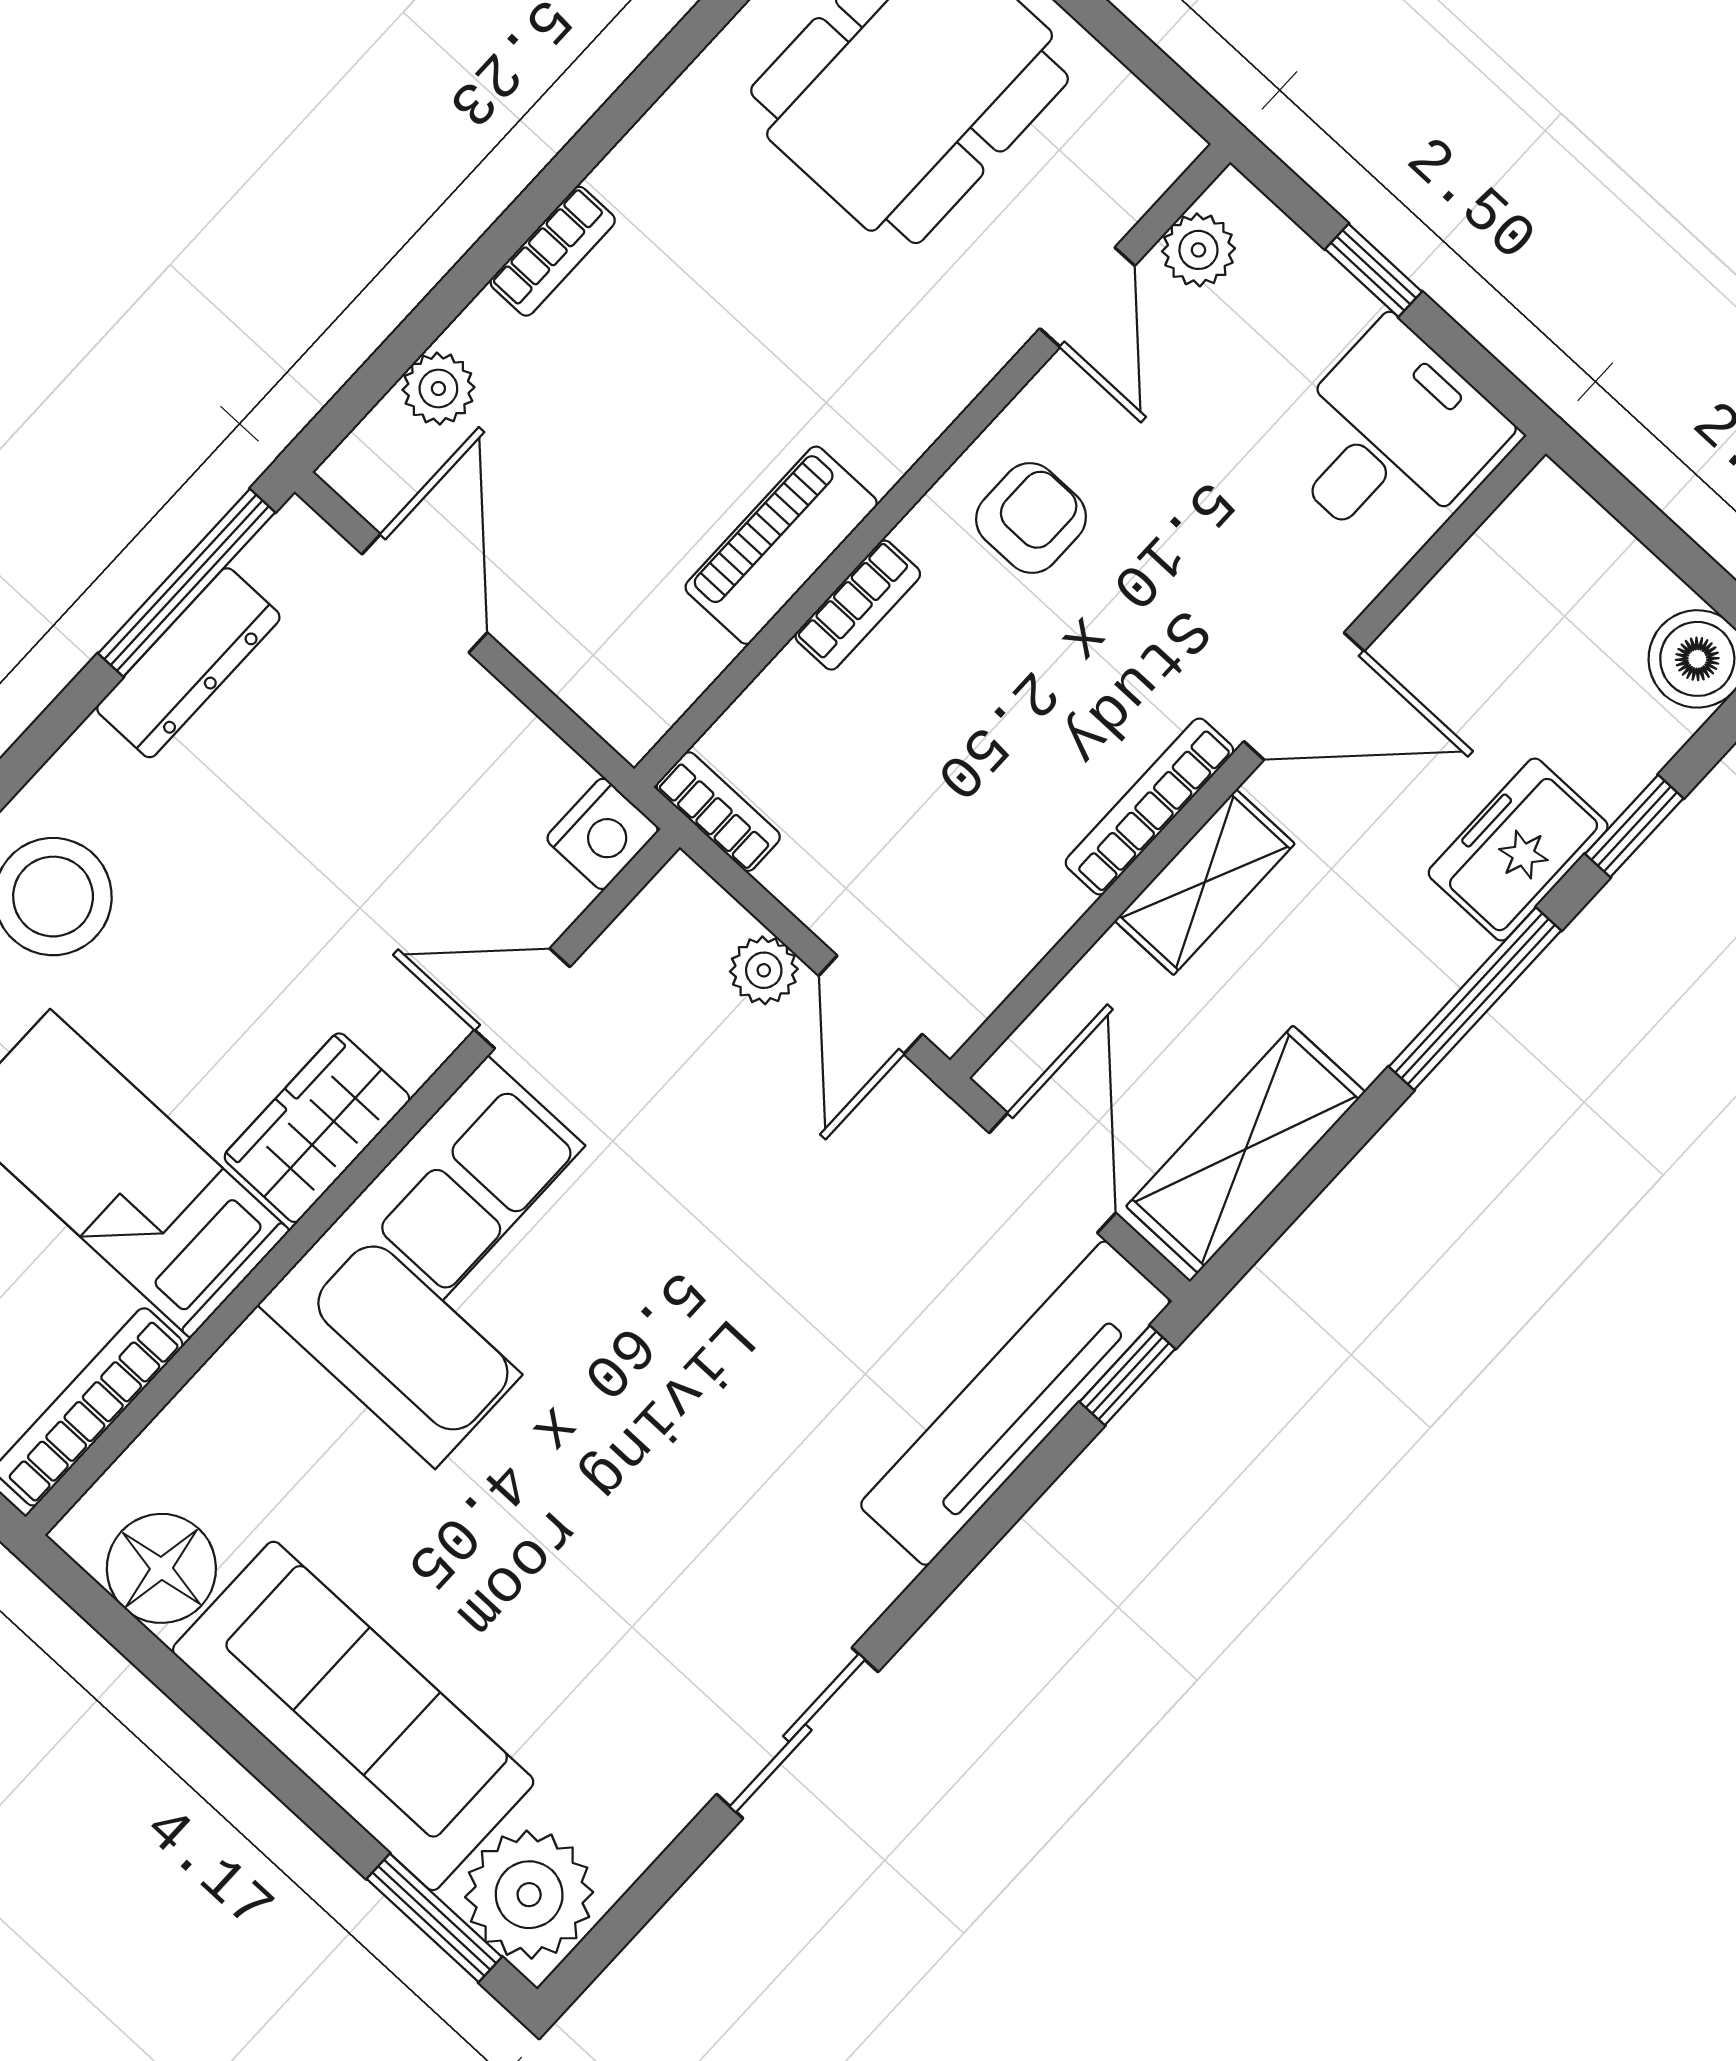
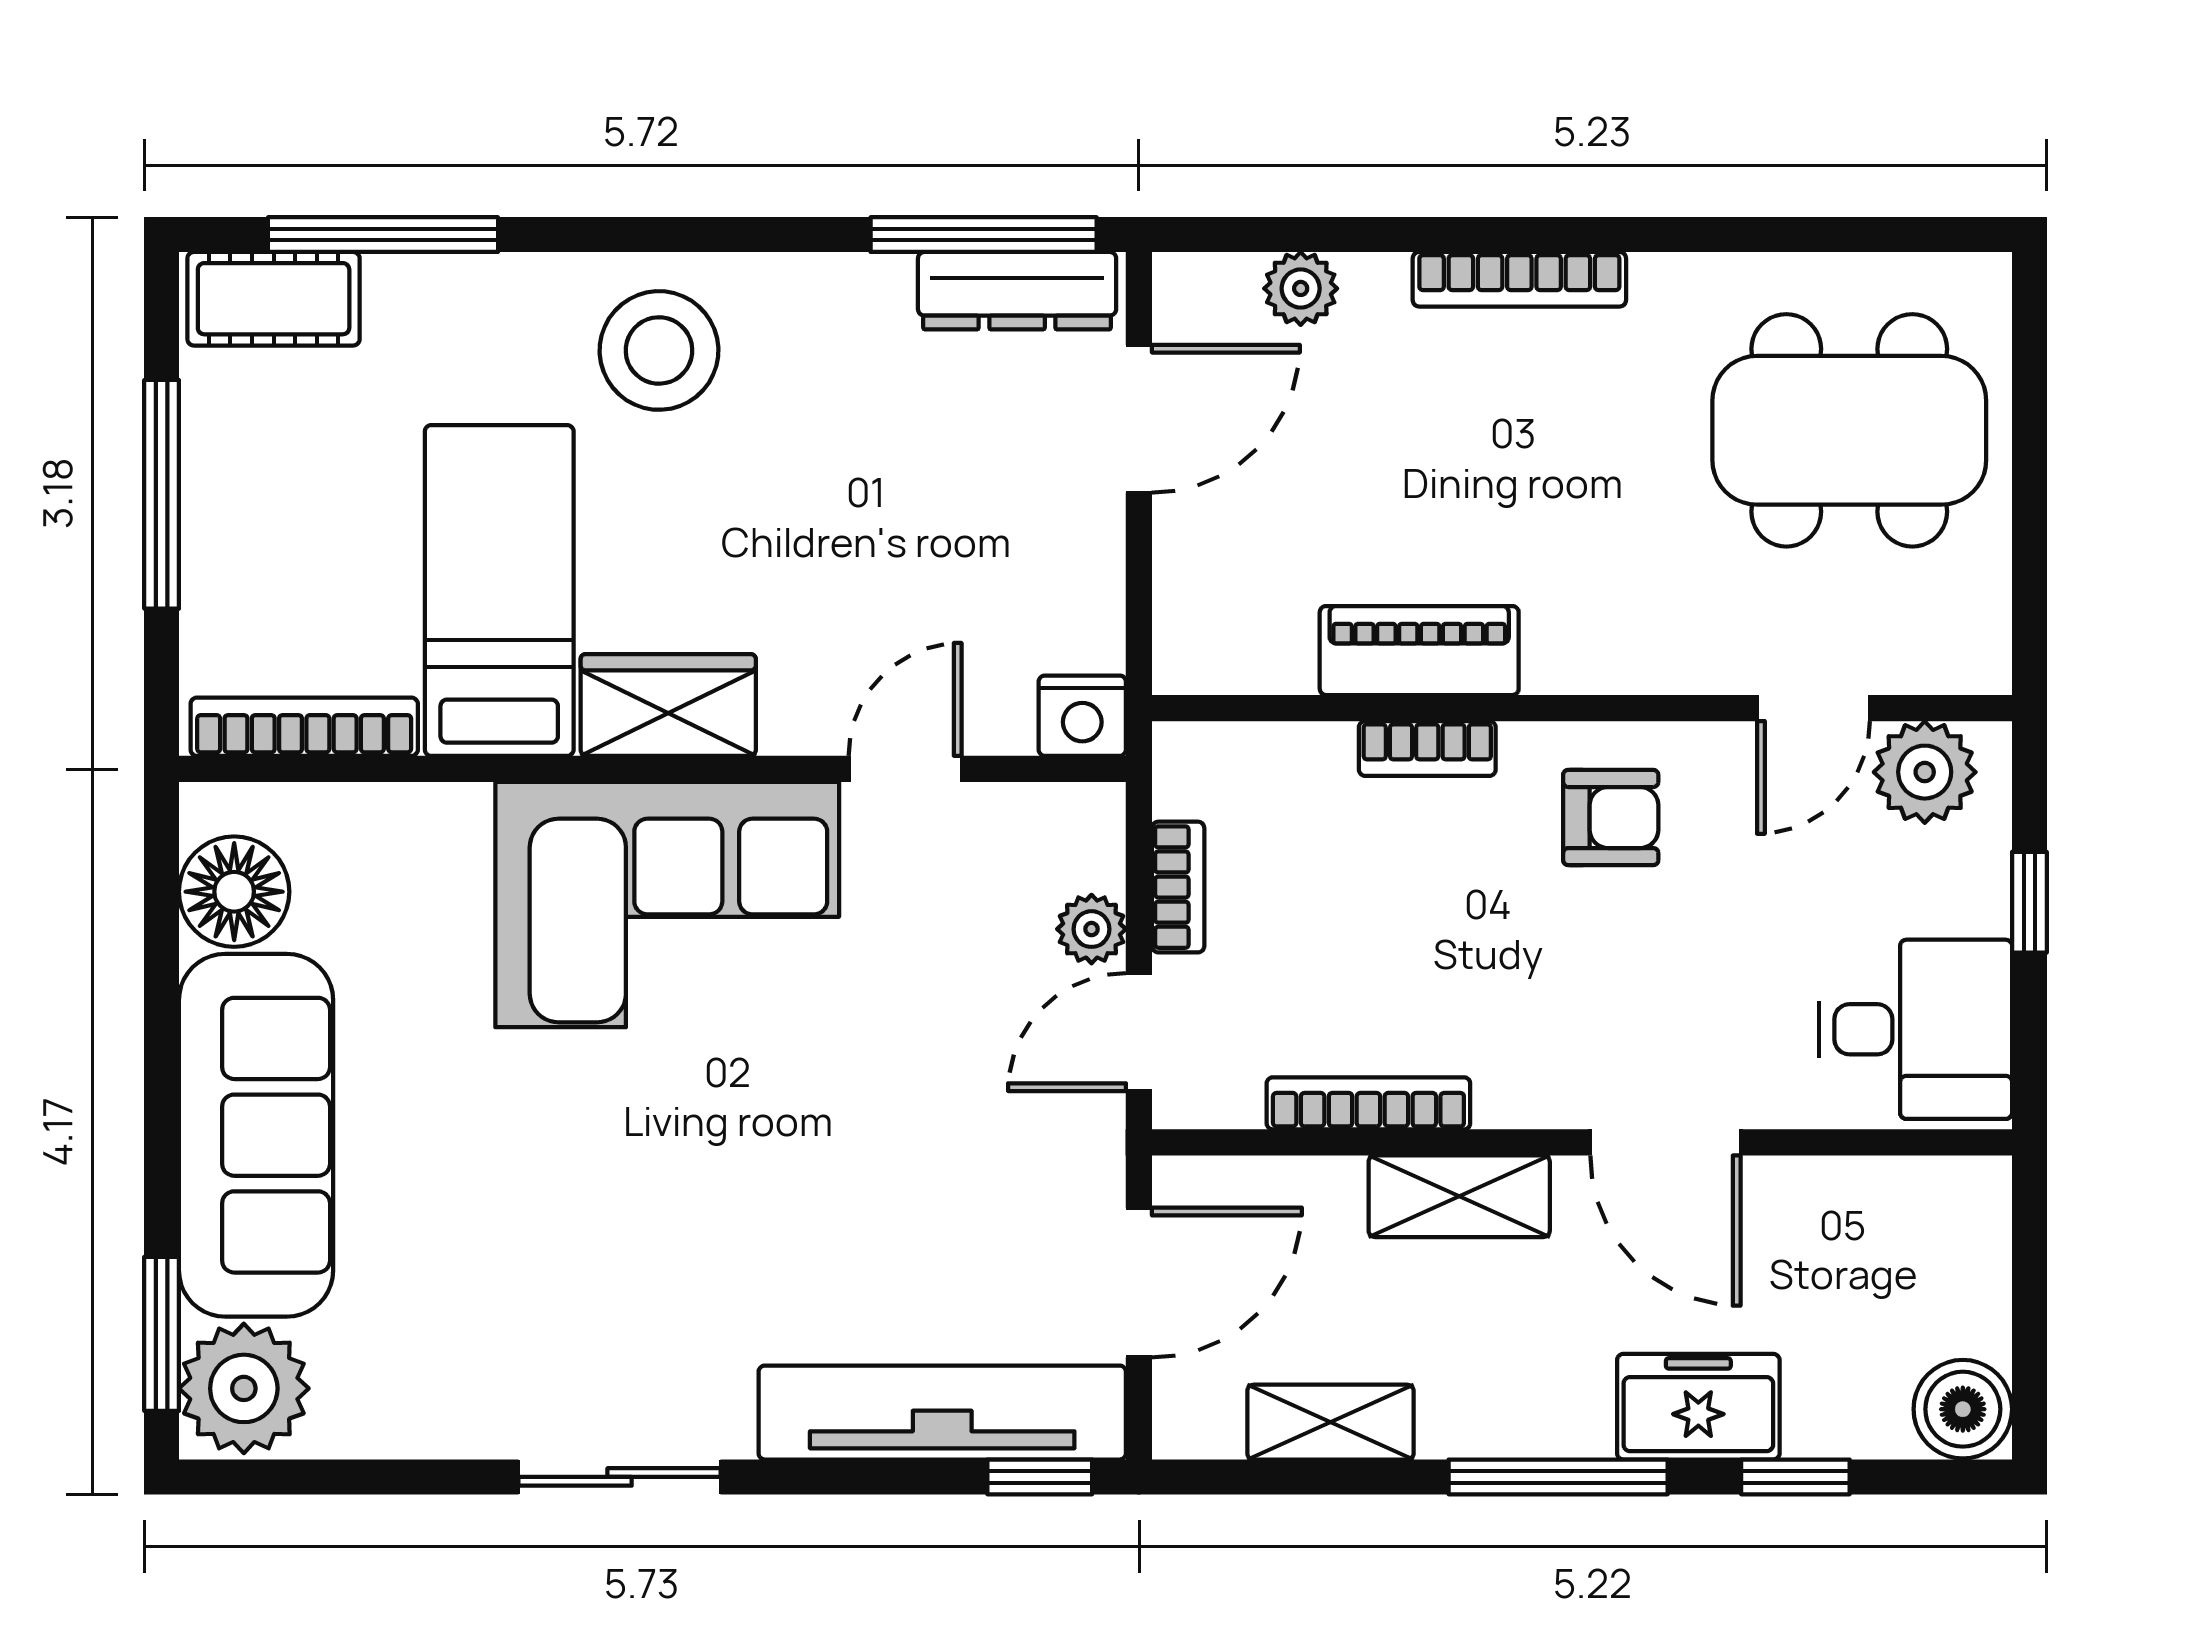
plant: (1198, 250) -> (1925, 772), width x1.38, depth x1.38
bookcase: (553, 251) -> (1519, 279), width x1.56
dresser: (188, 663) -> (1017, 291), moved
bookcase: (1149, 807) -> (1368, 1103), moved
bookcase: (718, 812) -> (1178, 887), moved
door: (522, 998) -> (905, 769), hinge flipped
shelving: (1246, 1149) -> (1330, 1422), width x0.67, depth x0.75
sliding door: (797, 1733) -> (620, 1477), moved

